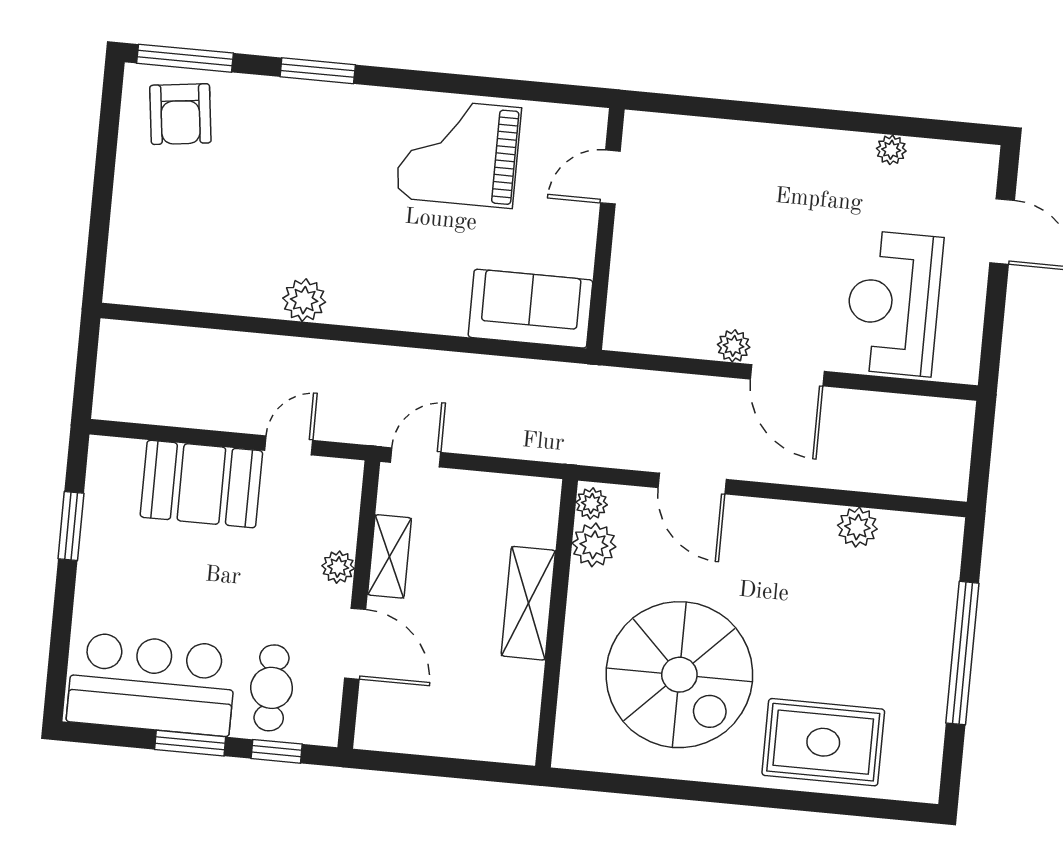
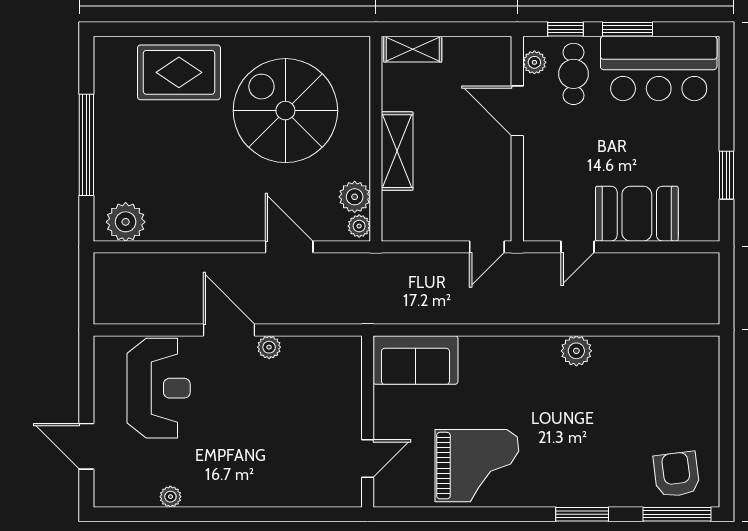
plant: (857, 527) -> (126, 222), moved, width x1.36, depth x1.36
shelving: (390, 556) -> (413, 49), moved, turned 90
plant: (338, 567) -> (534, 62), moved

